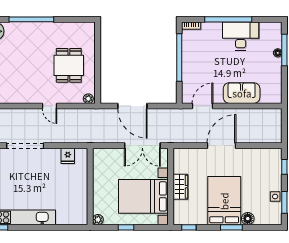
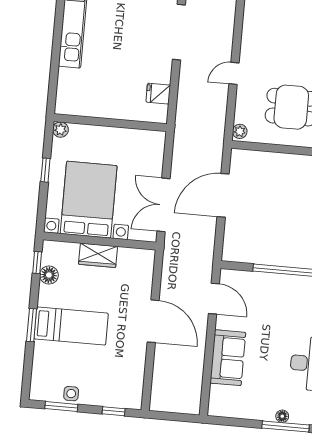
bed: (224, 201) -> (71, 326), width x0.67
floor lamp: (248, 219) -> (49, 275), moved

